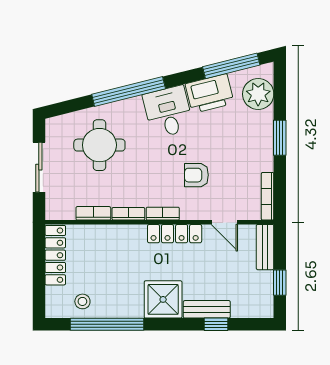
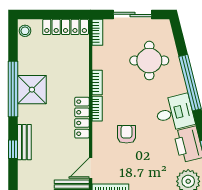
bookcase: (93, 213) -> (97, 32), moved
door: (224, 222) -> (91, 168), moved
shower: (163, 299) -> (32, 90), moved
stool: (82, 301) -> (25, 31), moved
window: (107, 324) -> (13, 89), moved

